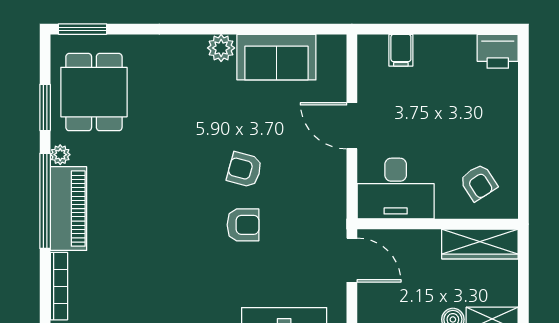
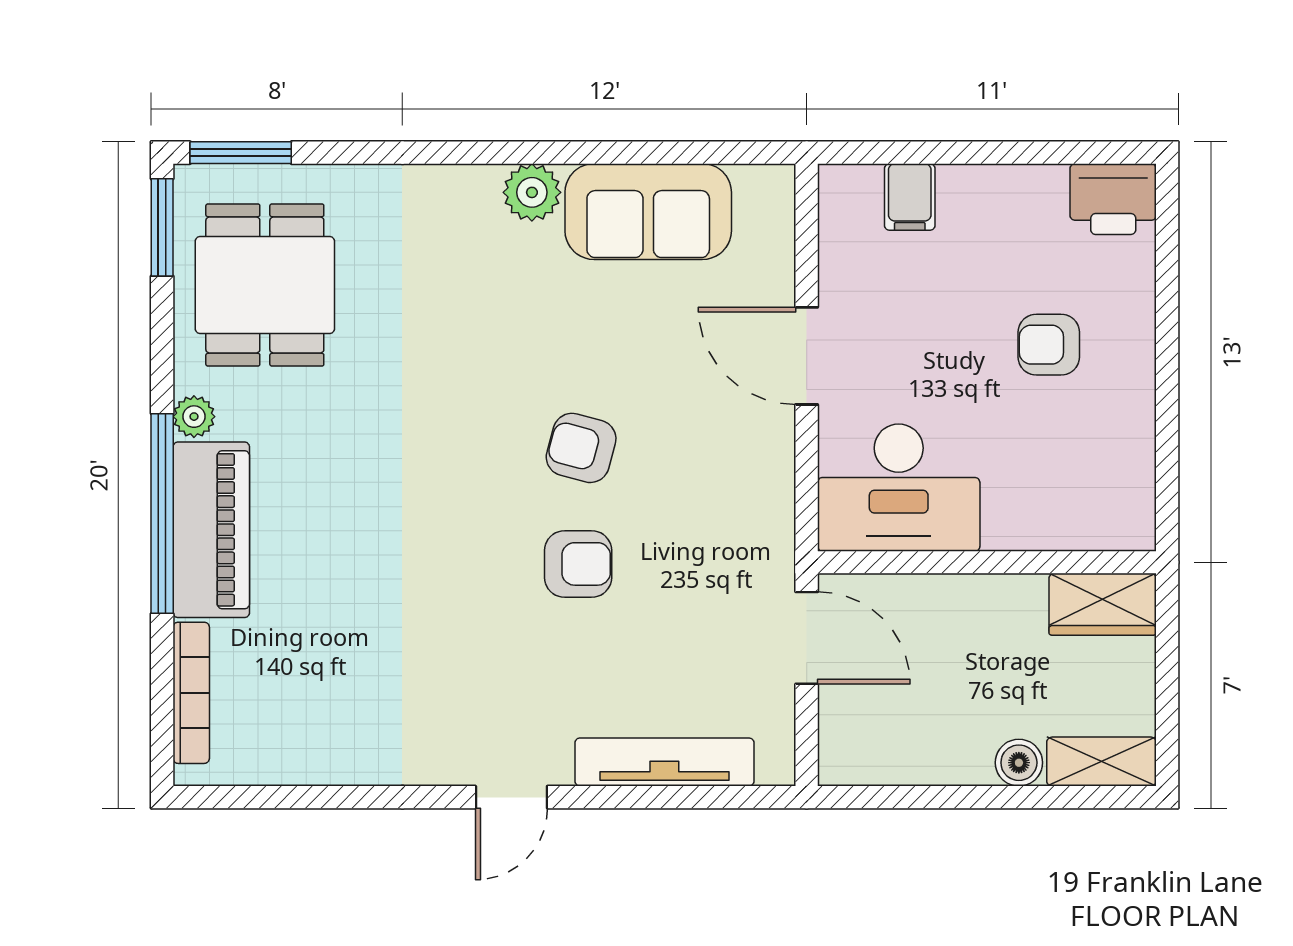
window: (45, 107) -> (162, 227), moved
armchair: (478, 182) -> (1049, 345), moved, turned 123
wardrobe: (480, 244) -> (1103, 604), width x0.67

